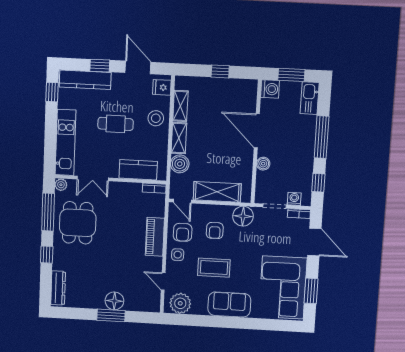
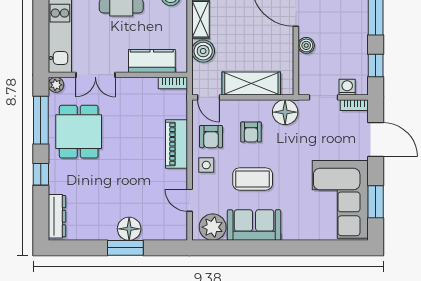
sofa: (229, 304) -> (254, 225), moved

